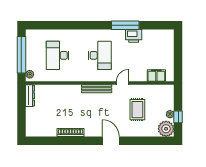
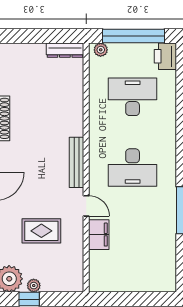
printer: (134, 36) -> (165, 56), moved
filing cabinet: (156, 75) -> (99, 235), moved

